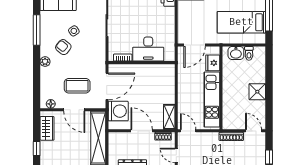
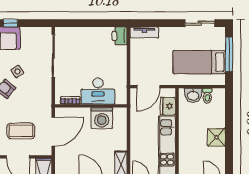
washing machine: (118, 111) -> (102, 118), moved, turned 90

